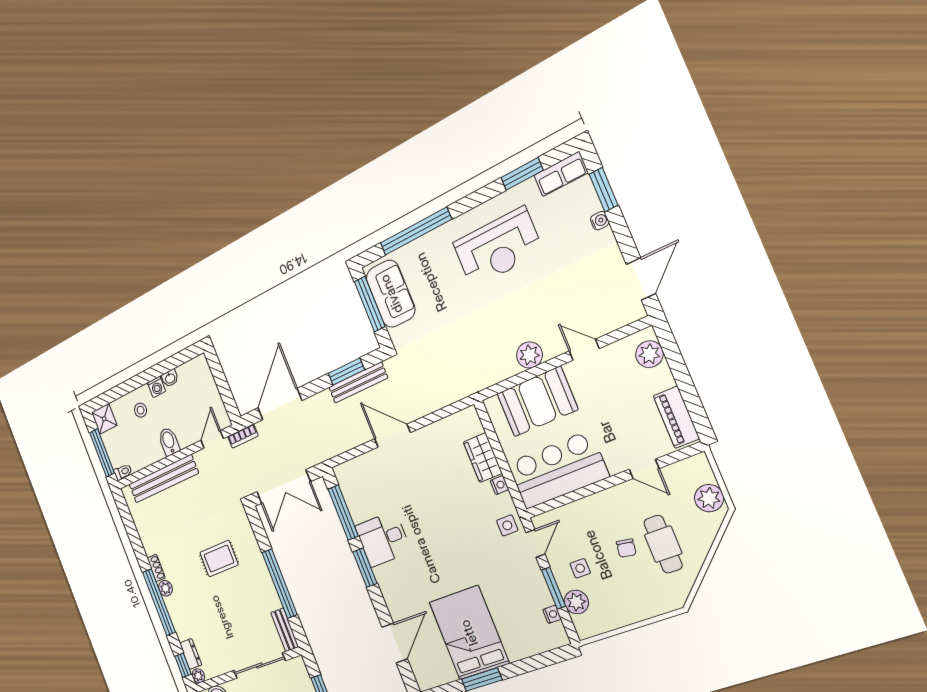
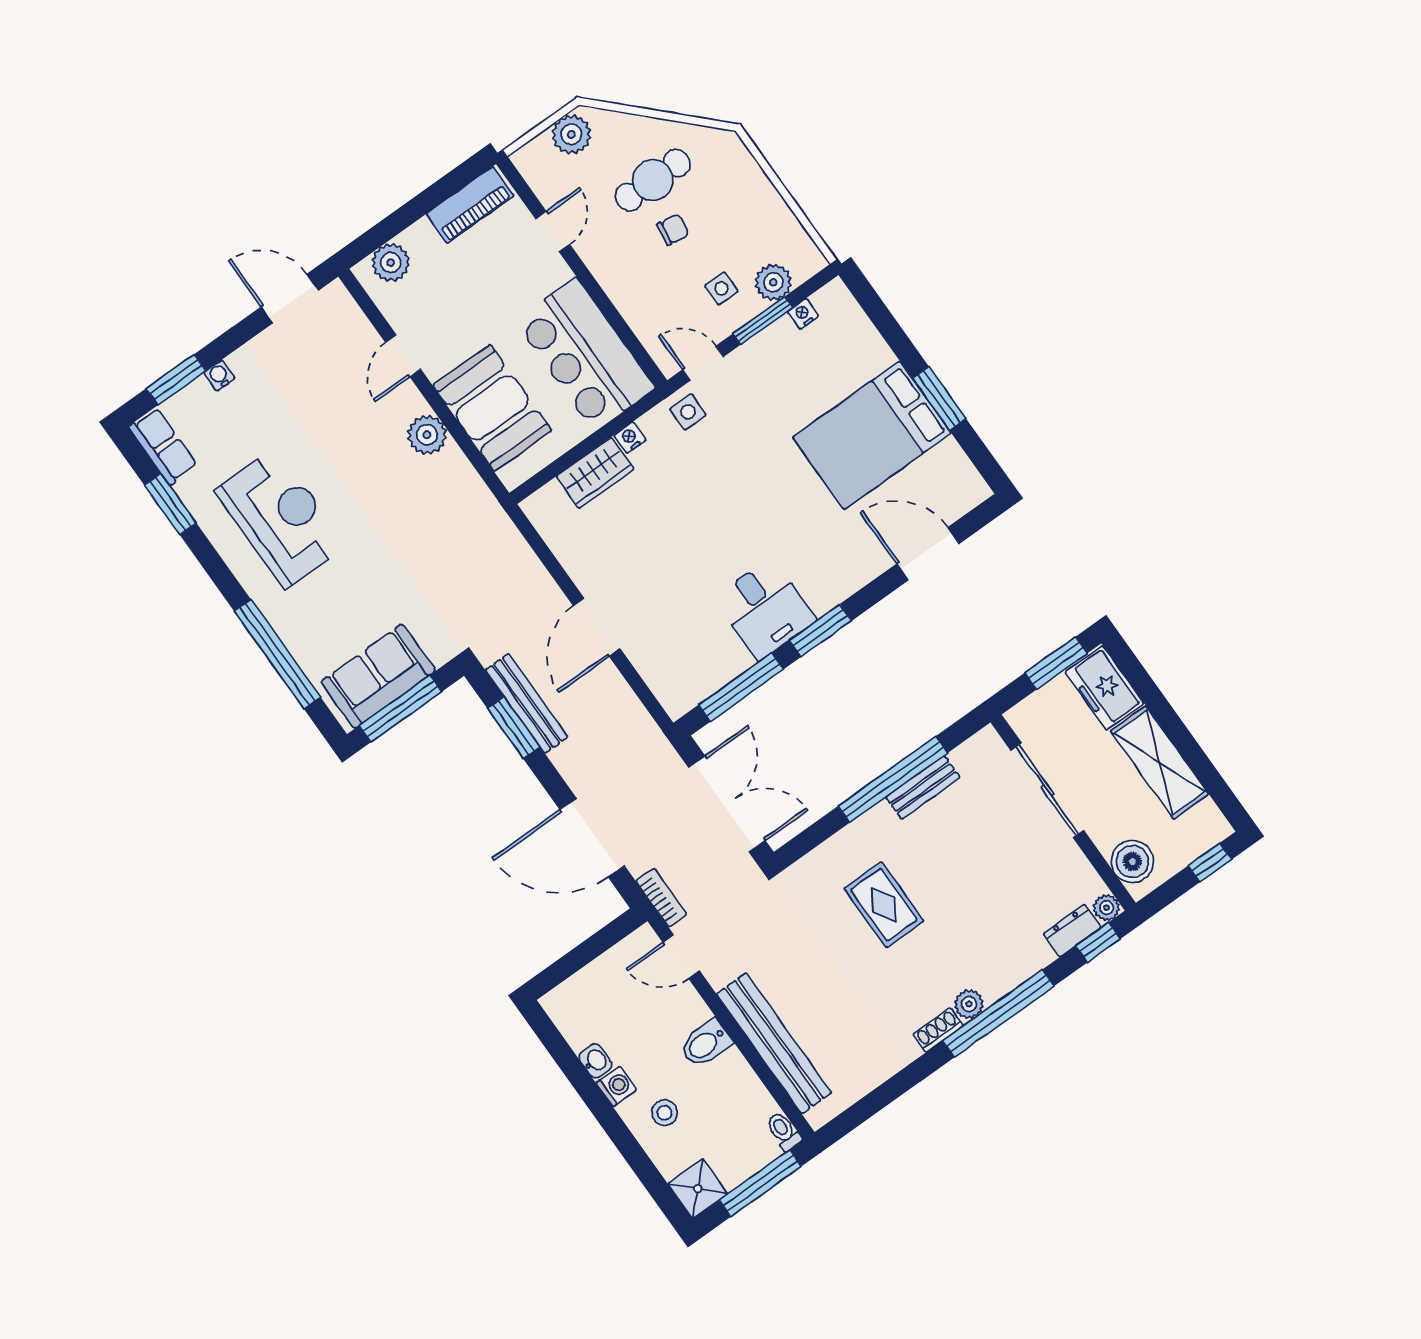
bench: (285, 630) -> (923, 787), moved

